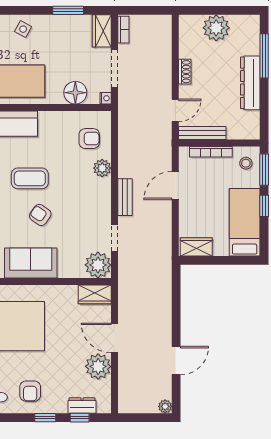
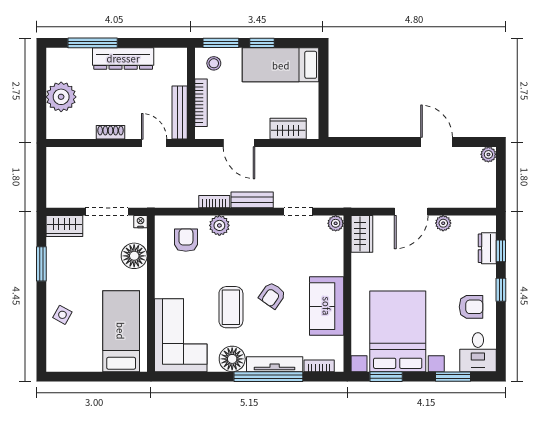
bookcase: (123, 30) -> (214, 202), moved
wardrobe: (196, 247) -> (288, 129), moved, turned 90
plant: (98, 265) -> (336, 223), width x0.53, depth x0.53
plant: (98, 366) -> (443, 223), width x0.53, depth x0.53

